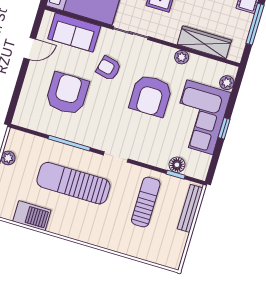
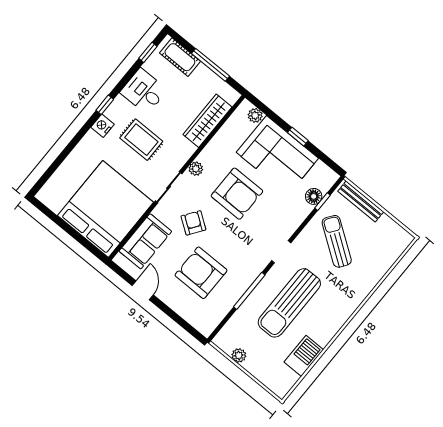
plant: (182, 57) -> (196, 169), moved
armchair: (109, 68) -> (193, 223), turned 112
sun lounger: (146, 202) -> (337, 241), turned 35

